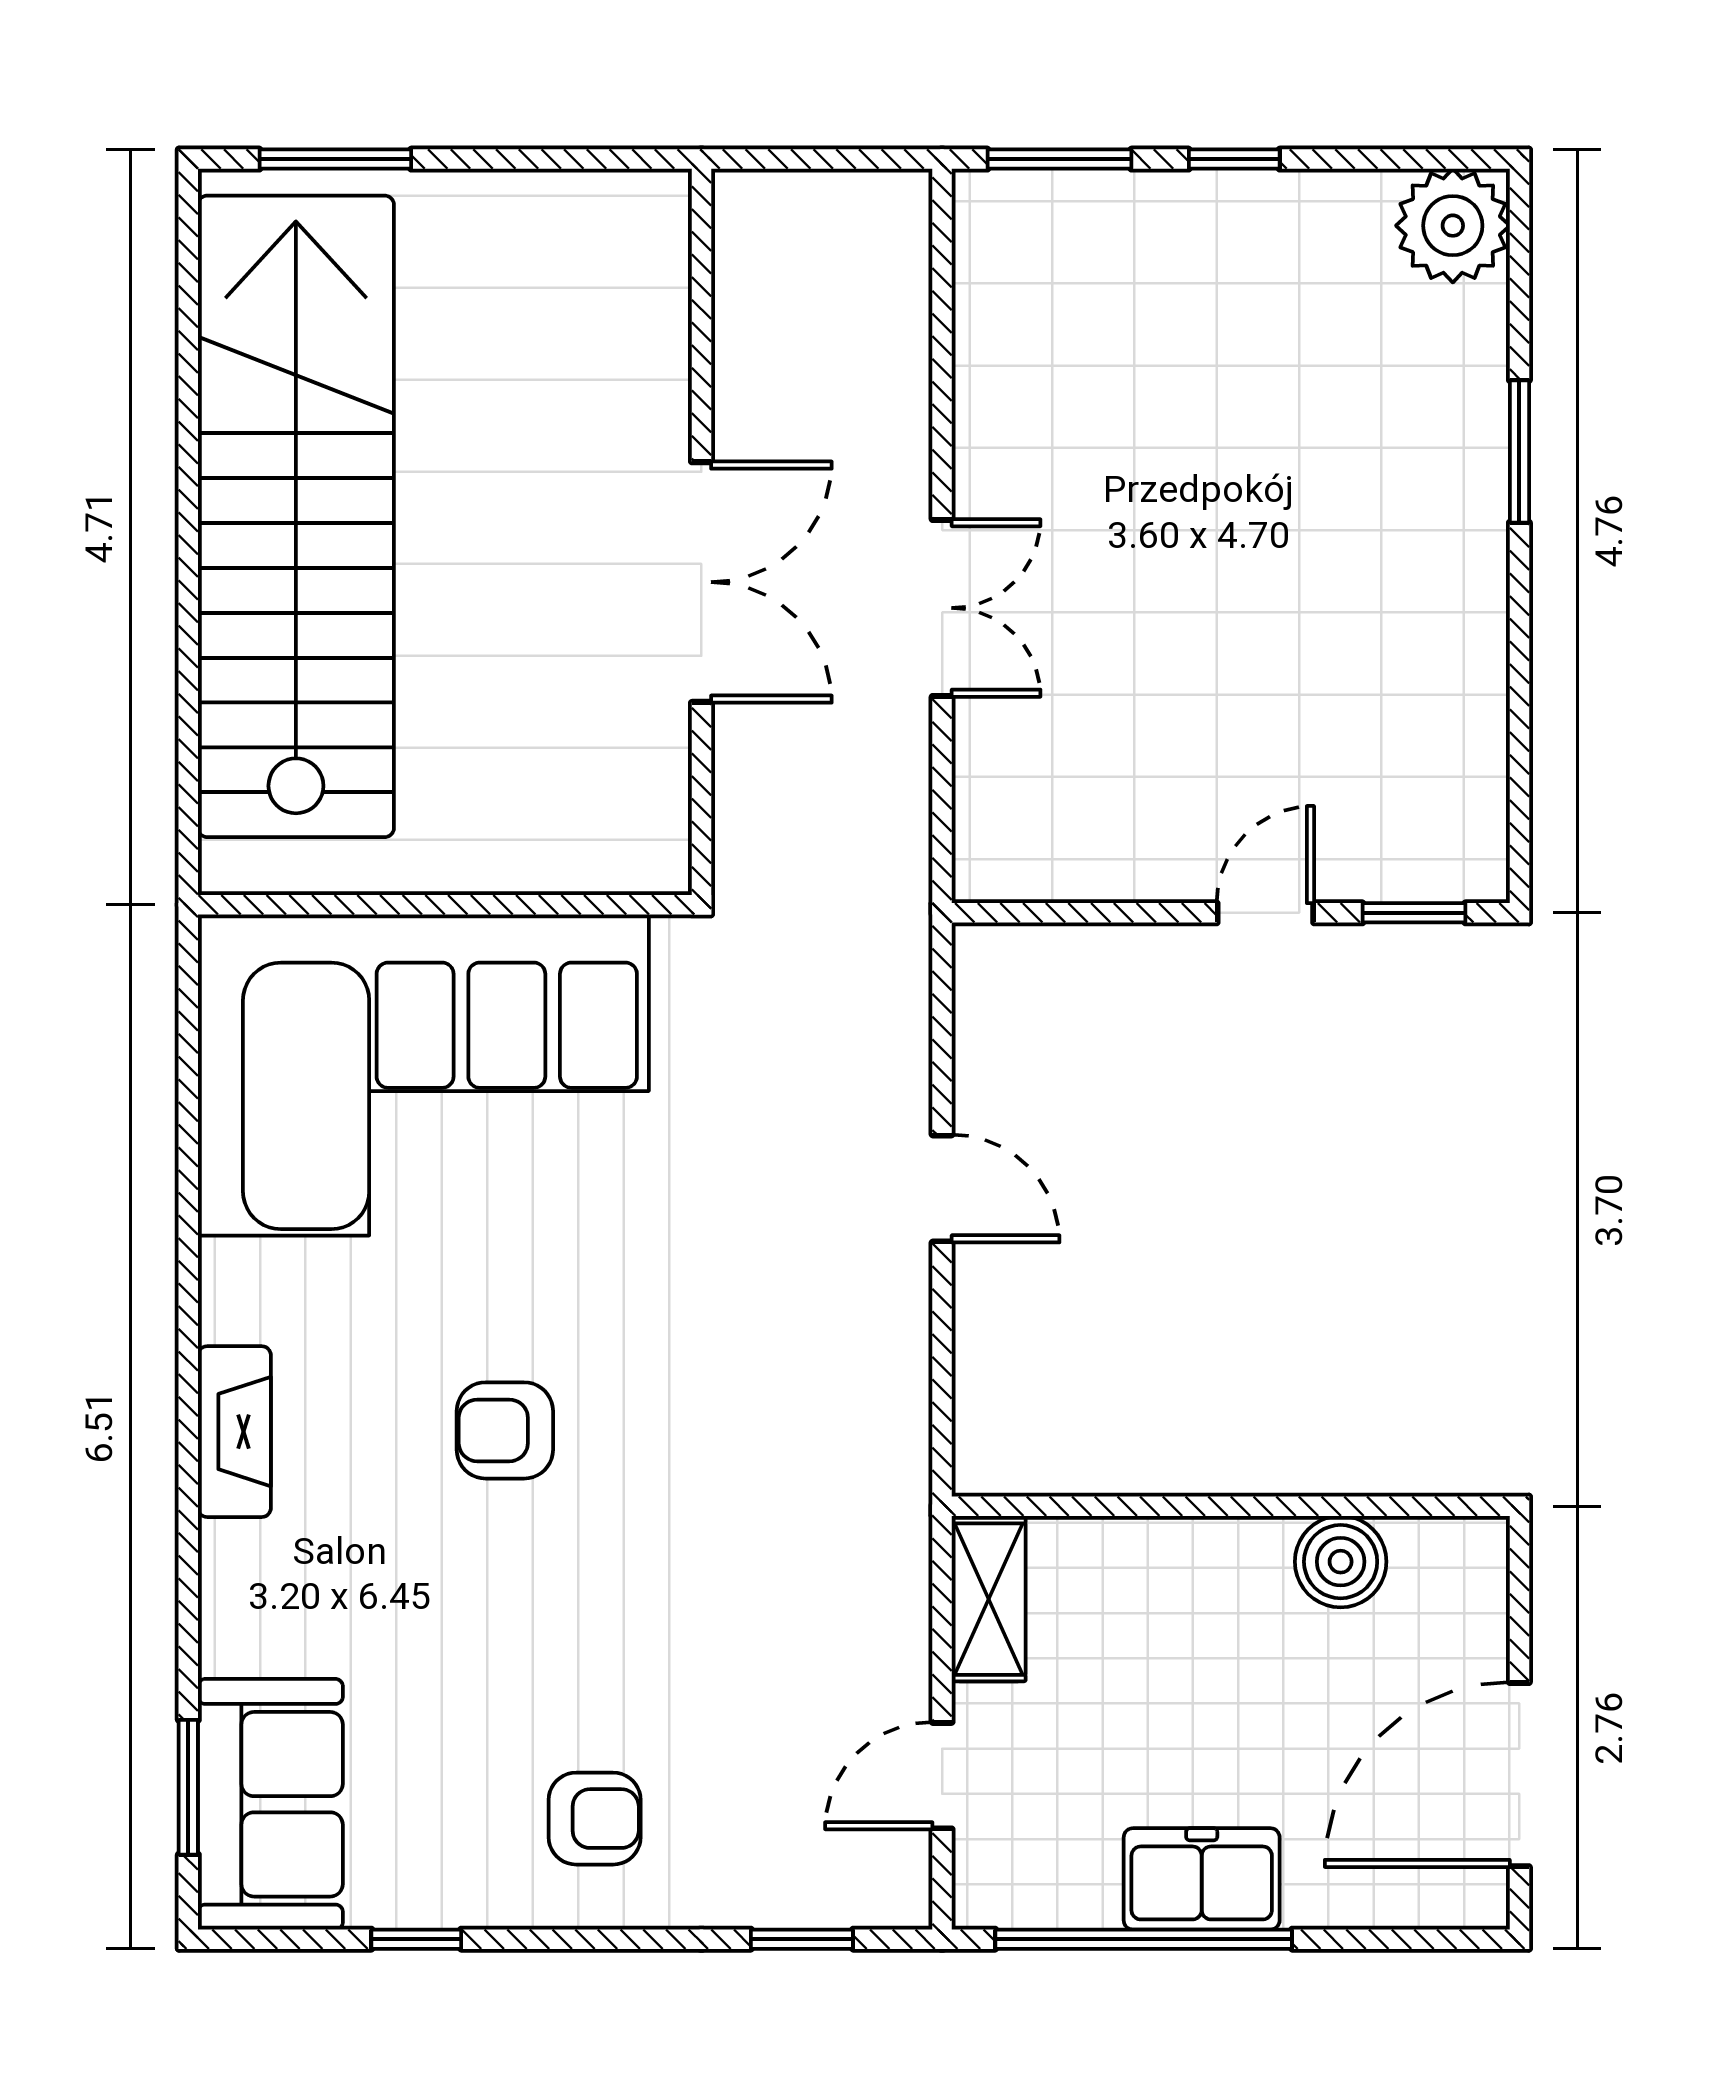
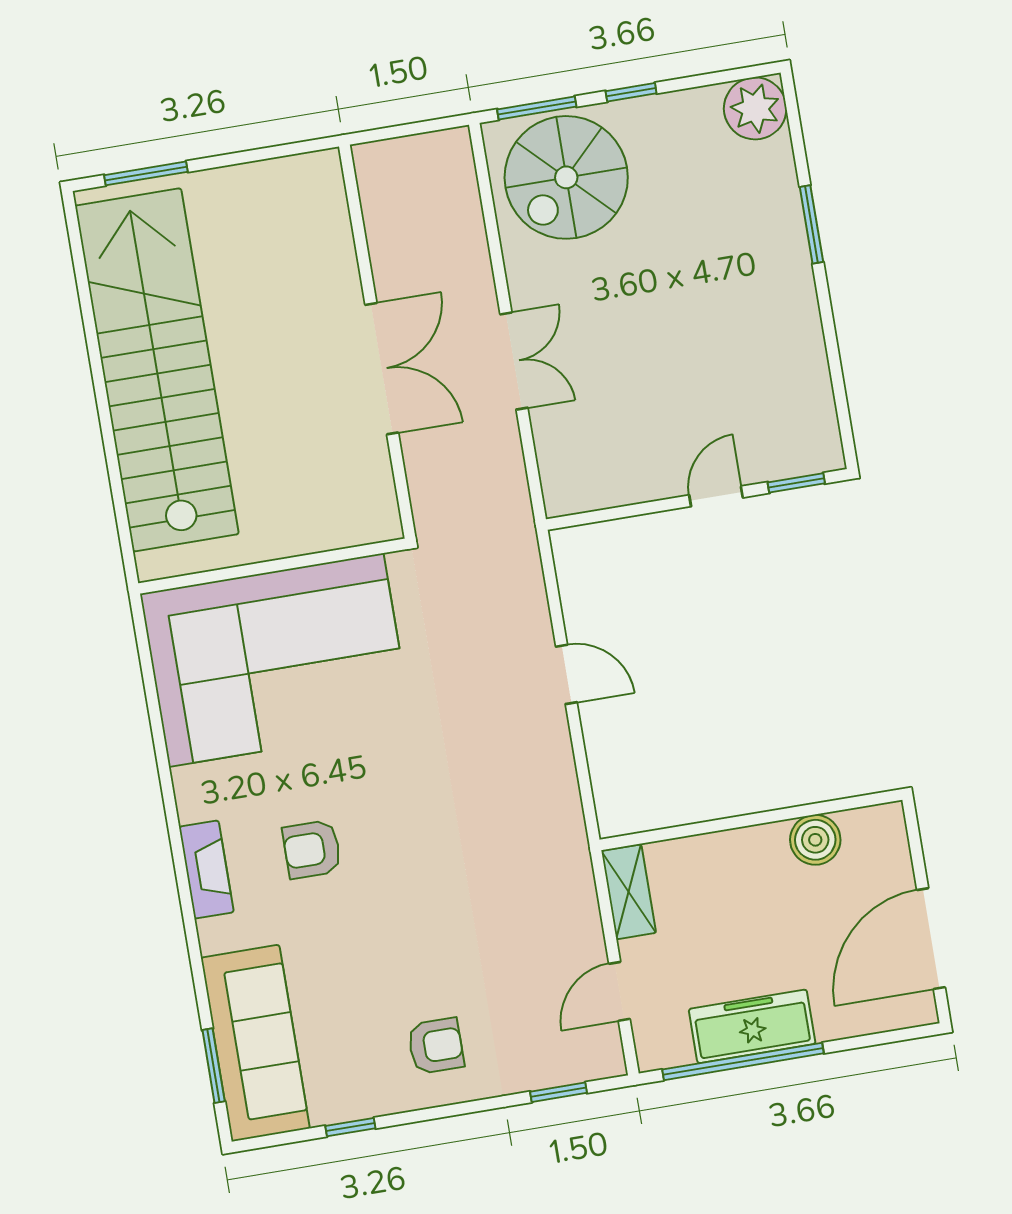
spiral stairs: (1092, 293) -> (566, 177), added
armchair: (505, 1430) -> (312, 849), moved
sofa: (270, 1804) -> (255, 1043), width x1.36
freezer: (1202, 1879) -> (752, 1026), width x1.40

